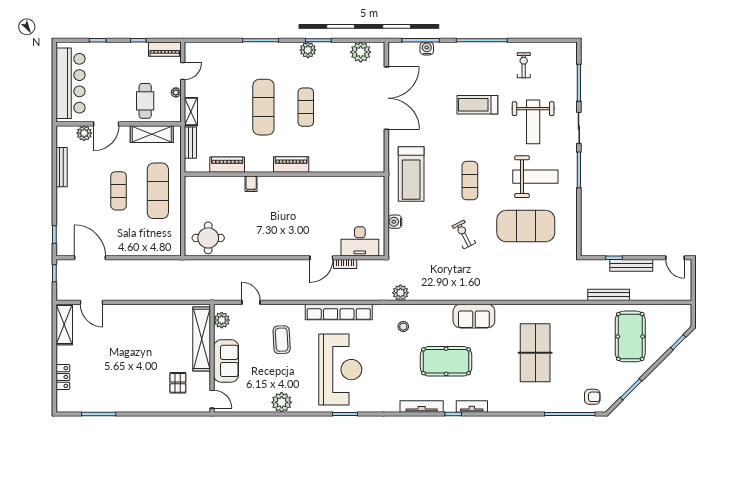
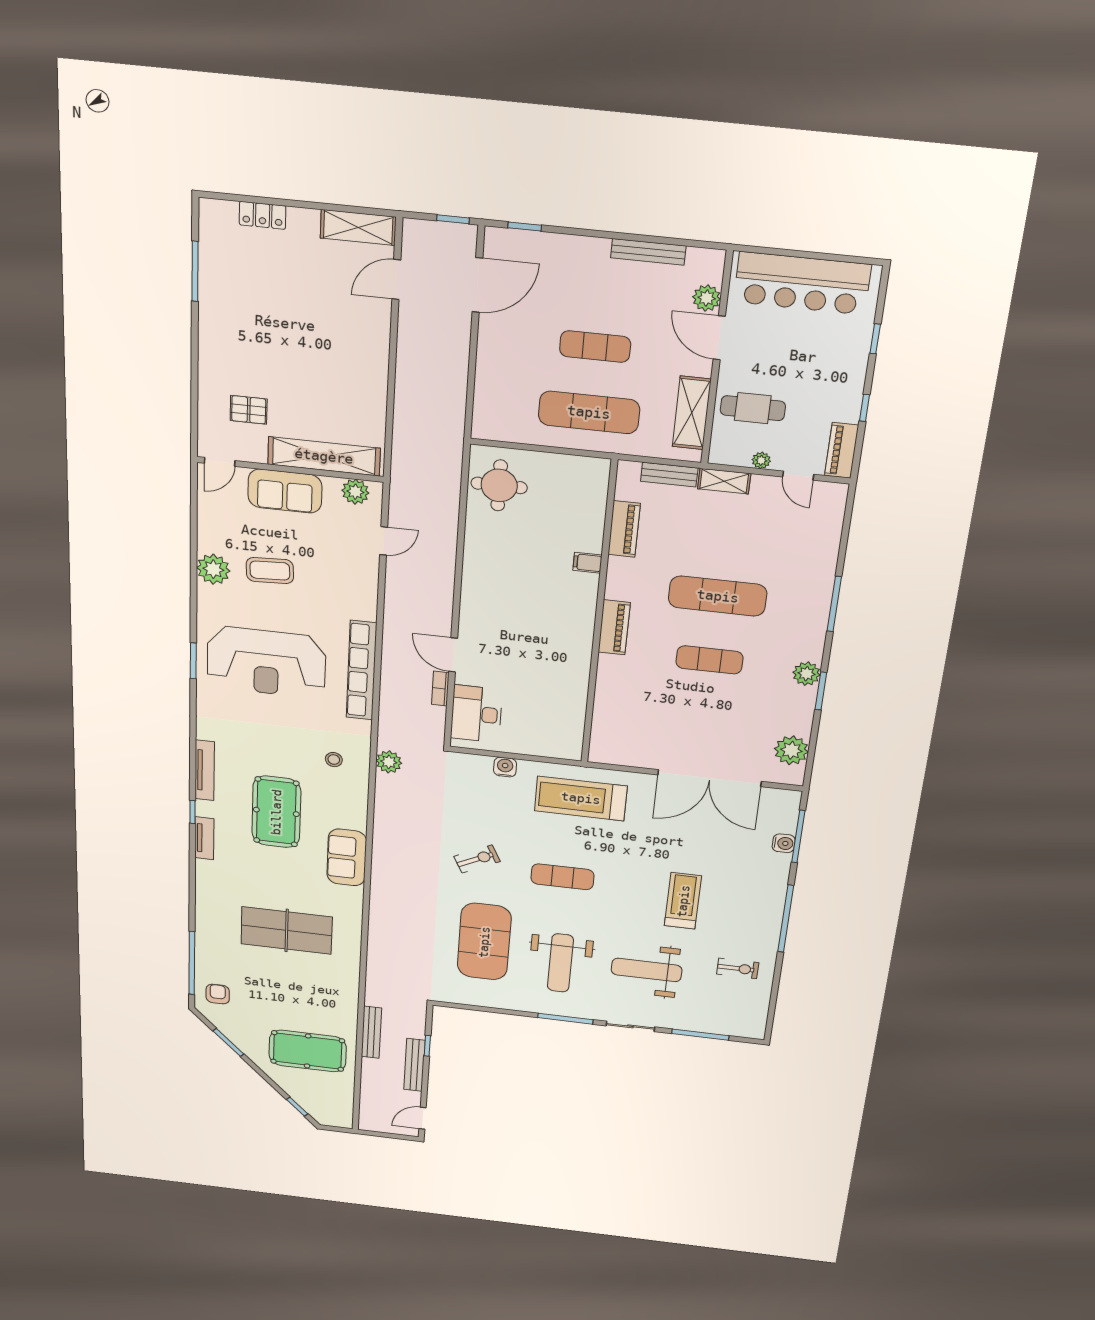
coffee table: (282, 340) -> (270, 570), moved
armchair: (592, 397) -> (218, 994), turned 180

